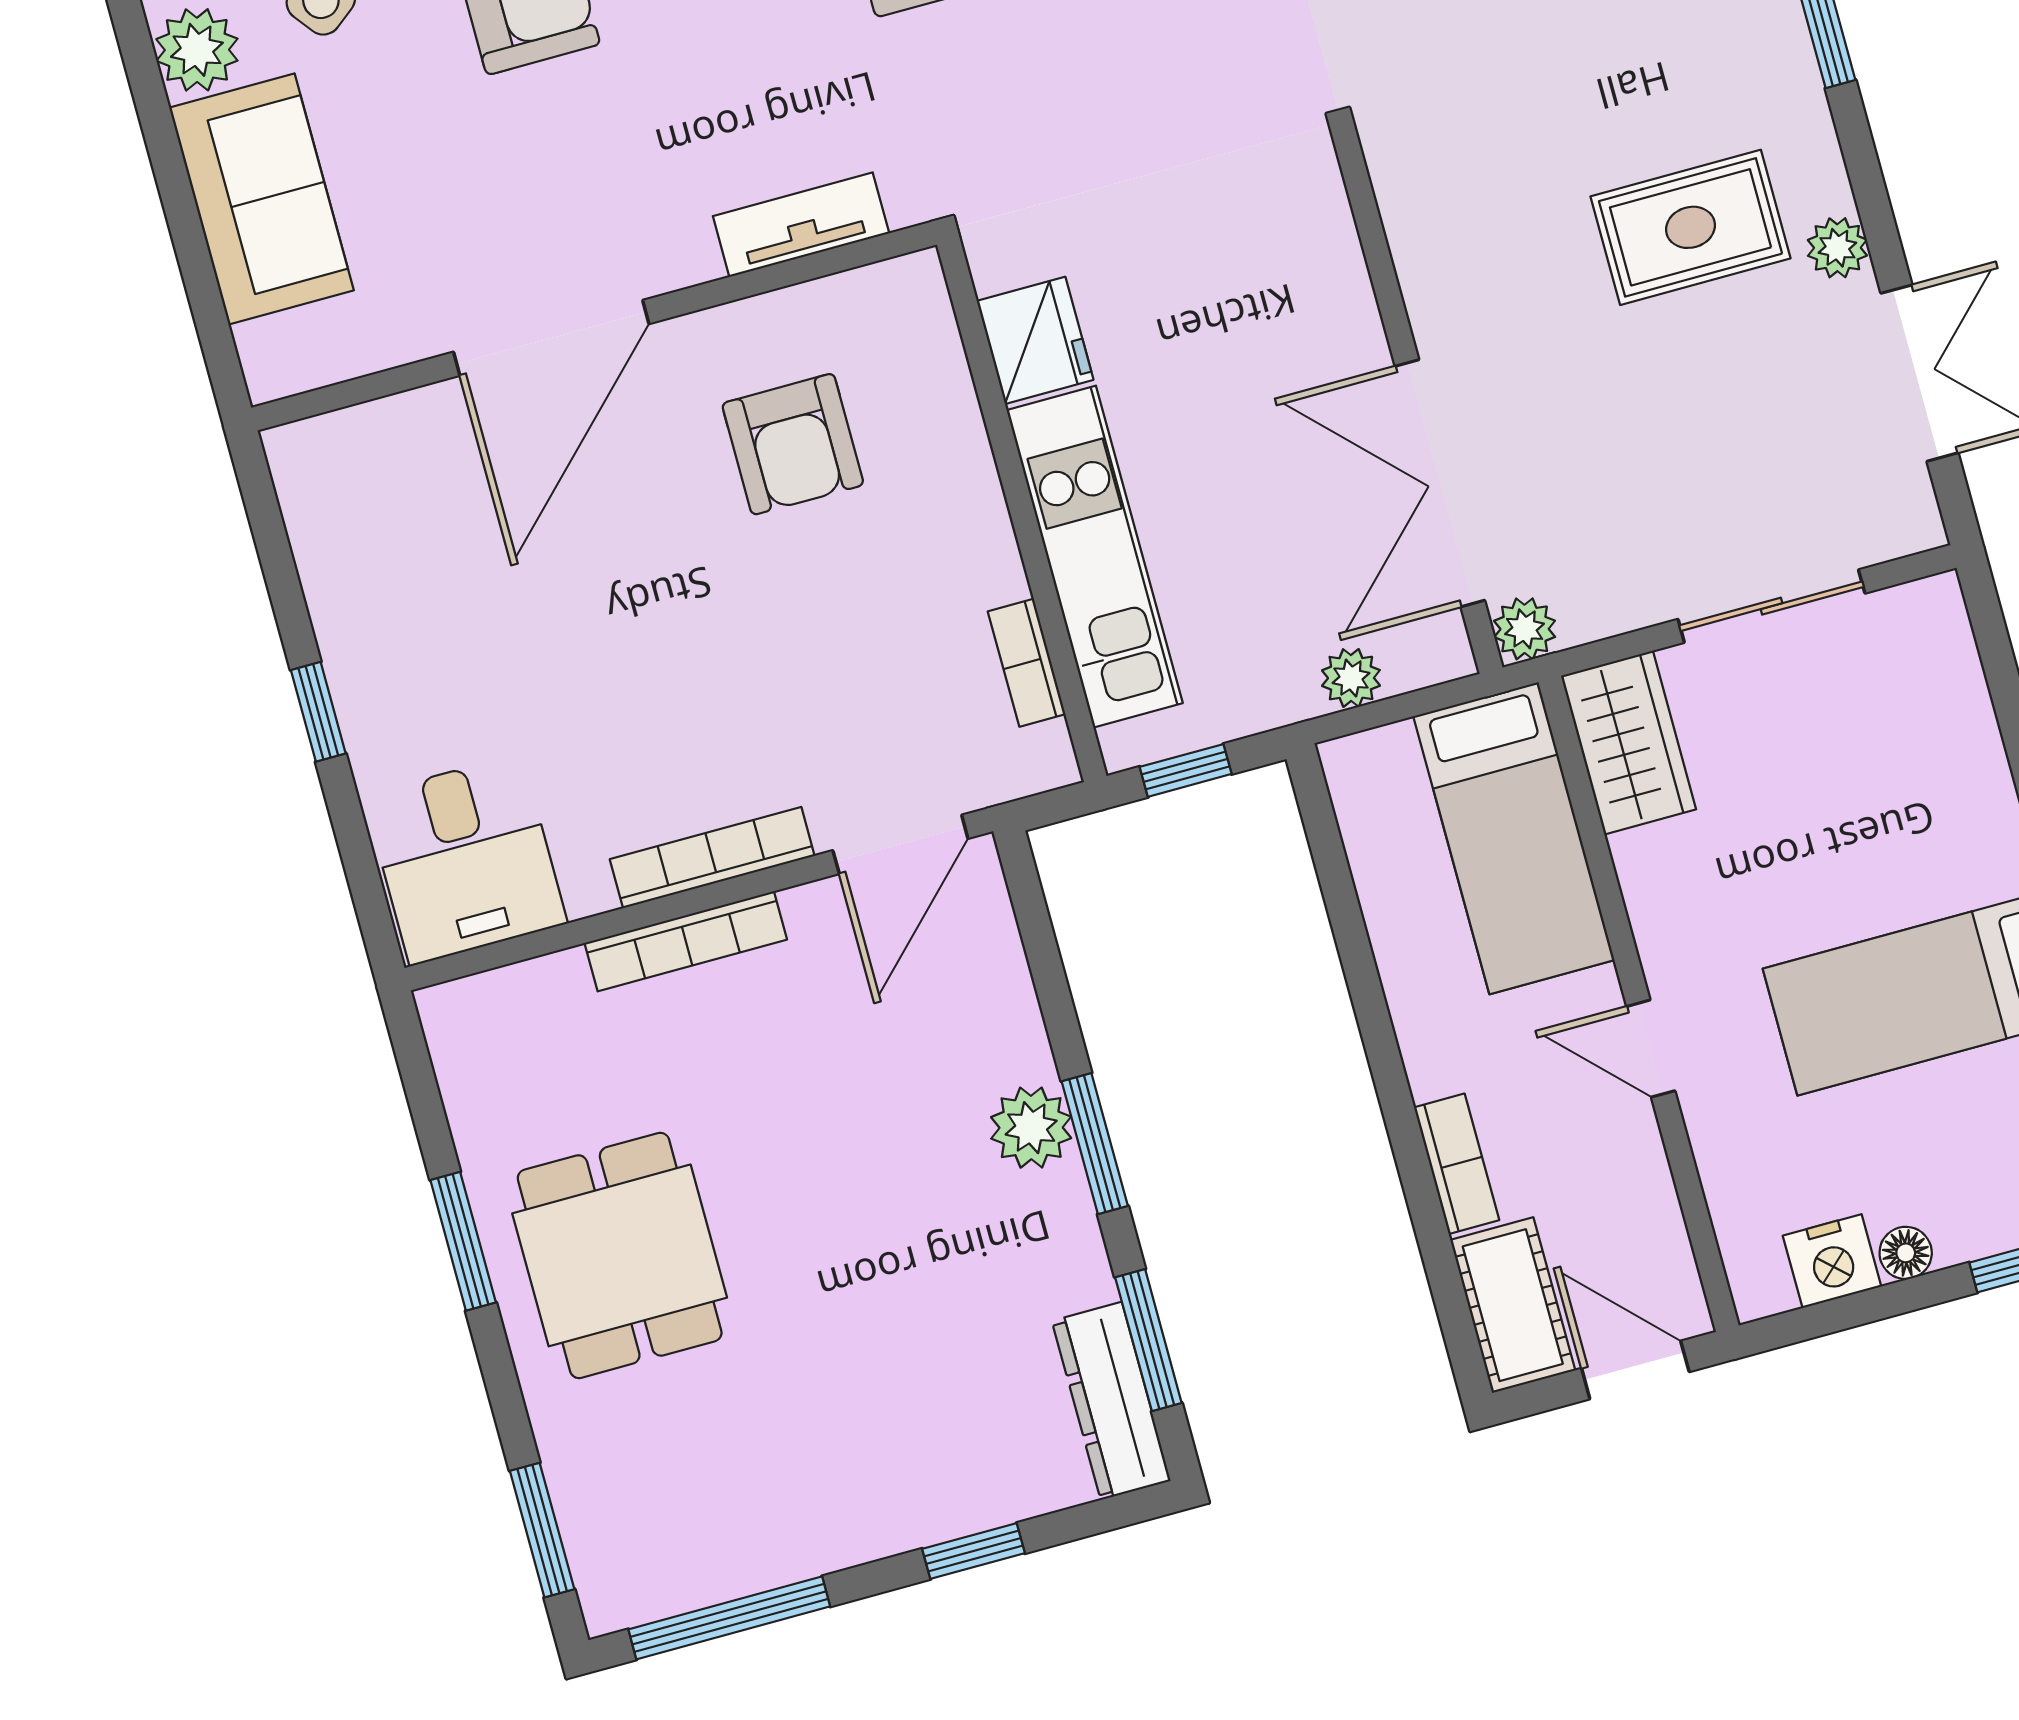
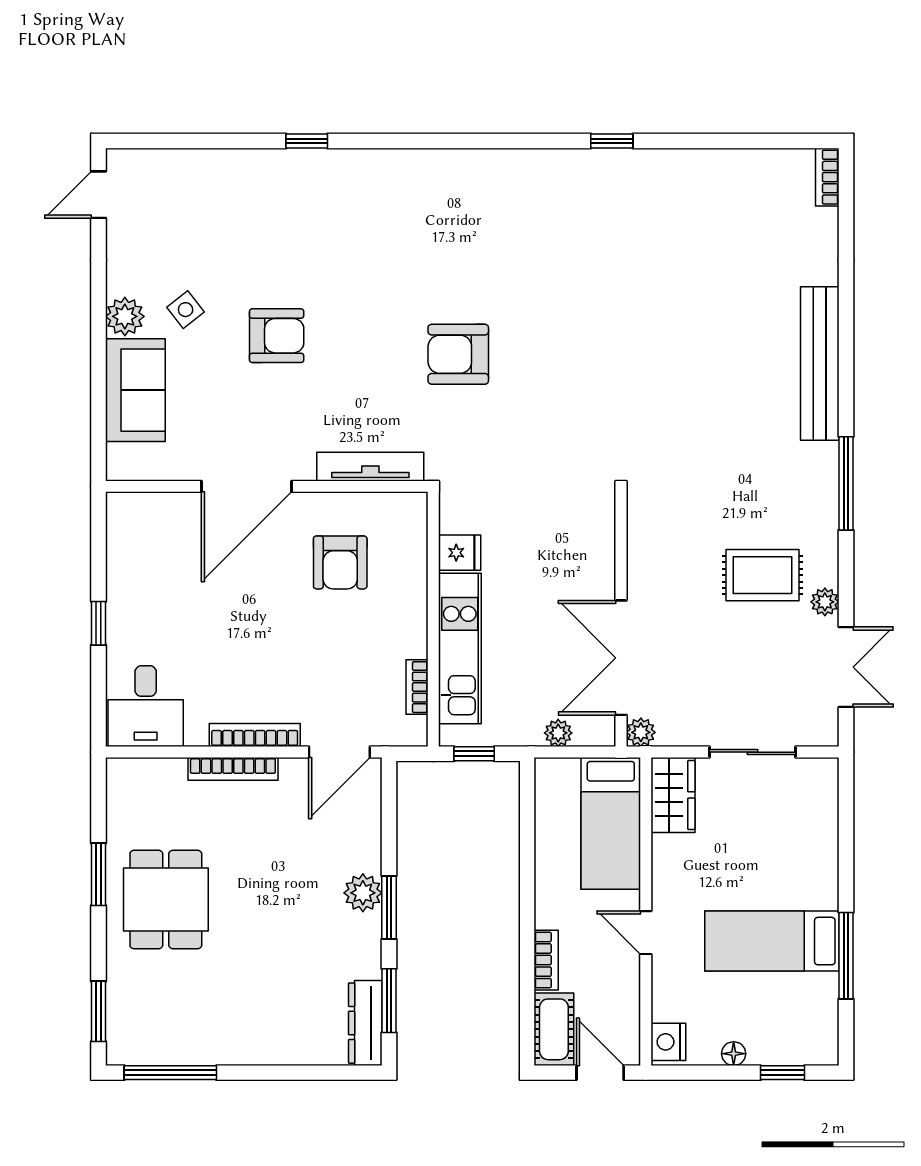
tv unit: (801, 225) -> (370, 467), width x1.41
fridge: (1035, 340) -> (460, 553), width x0.72
nightstand: (1832, 1261) -> (668, 1042), moved, turned 90
window: (973, 1551) -> (286, 1073), removed

